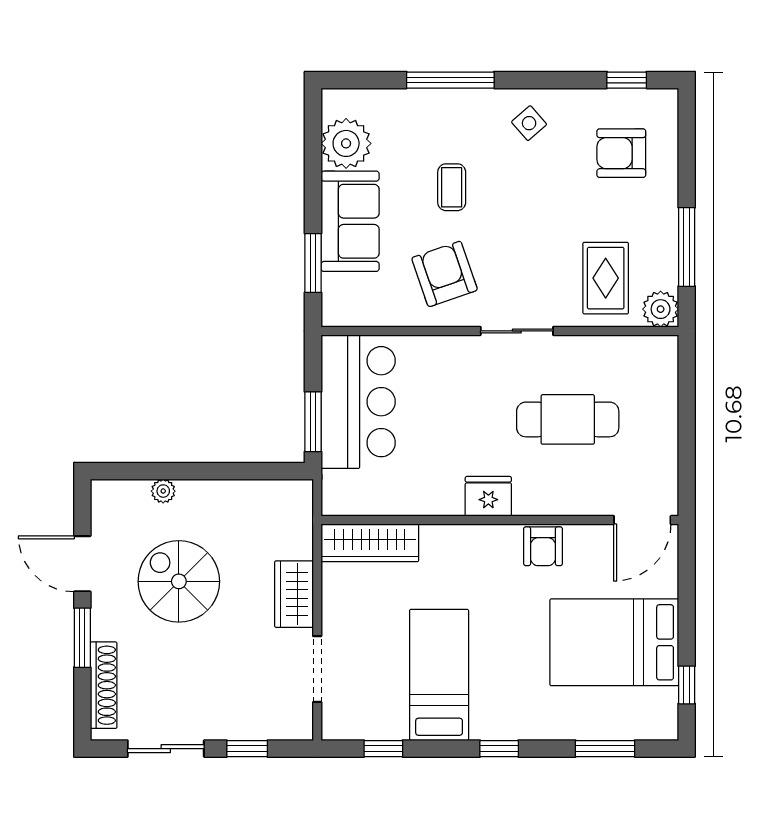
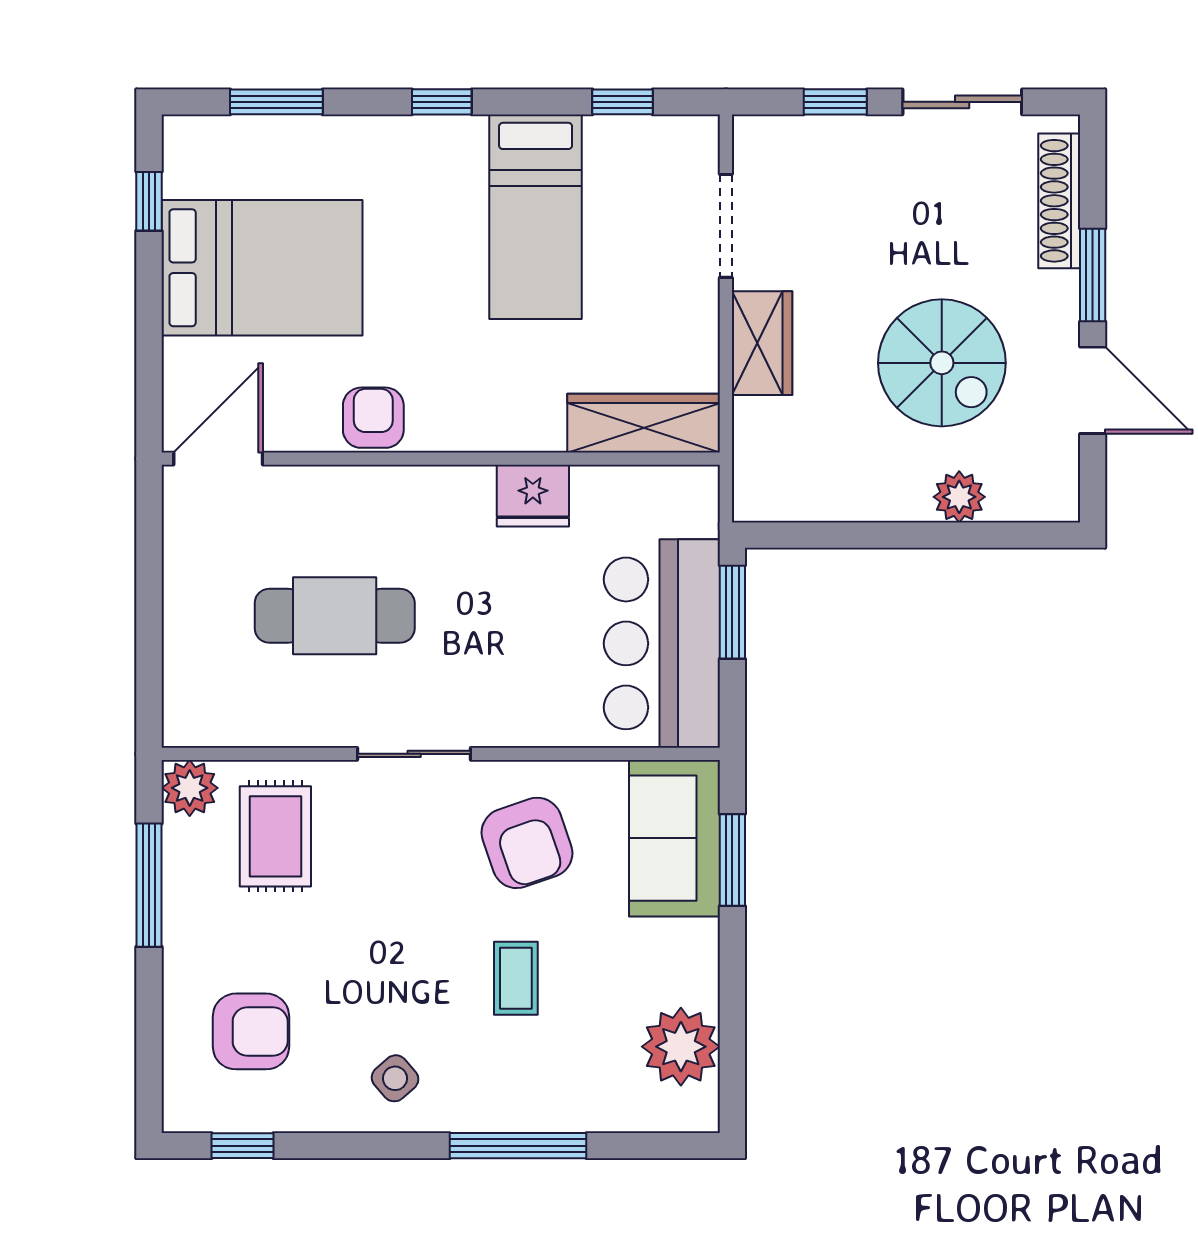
sofa: (350, 221) -> (675, 838), moved
plant: (163, 491) -> (959, 497), width x1.38, depth x1.38
fridge: (488, 496) -> (533, 496), moved

